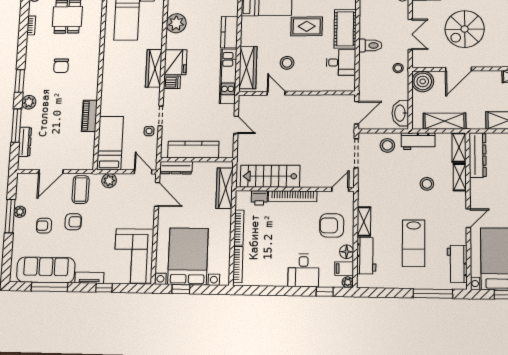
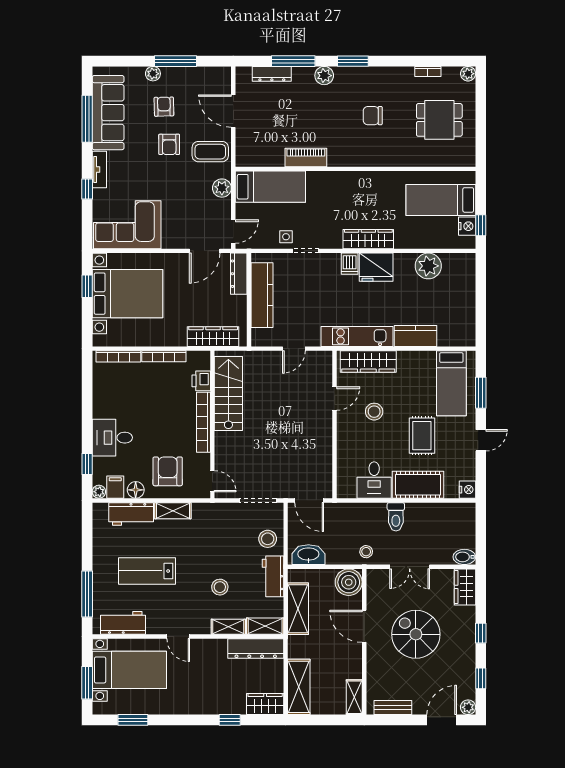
plant: (20, 212) -> (153, 74), moved

